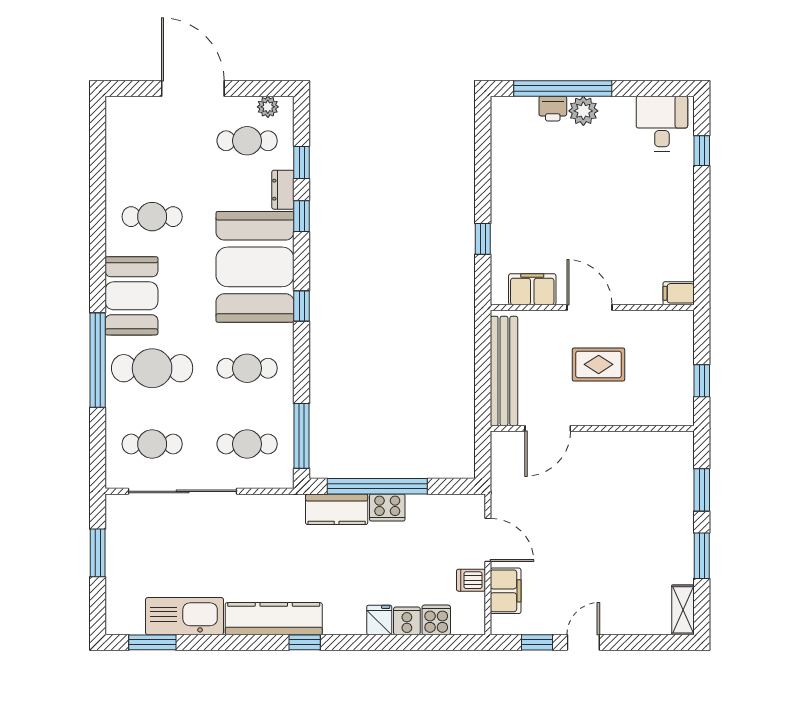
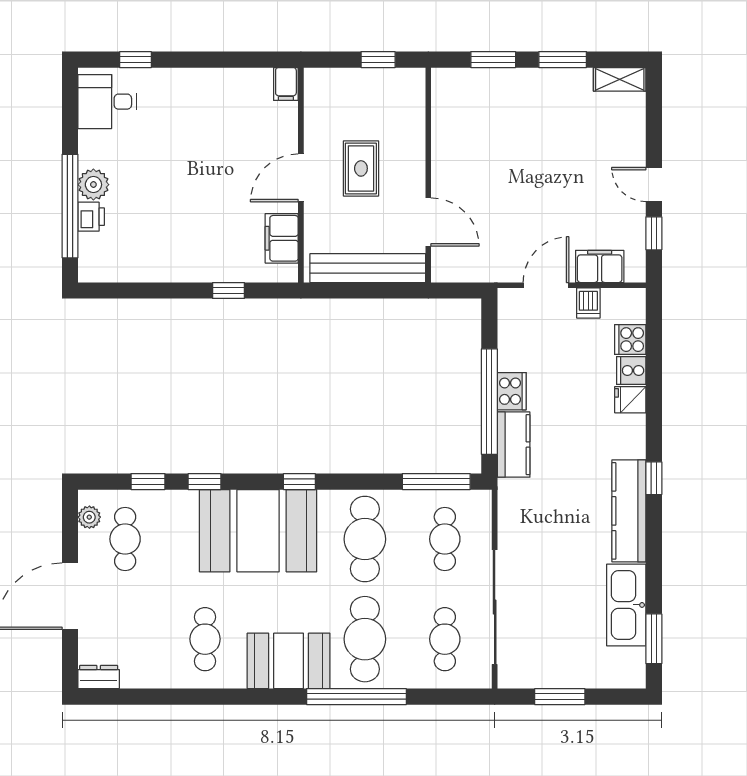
dresser: (283, 190) -> (99, 677), moved, turned 180
cafe table: (247, 368) -> (365, 539), width x1.37, depth x1.35

